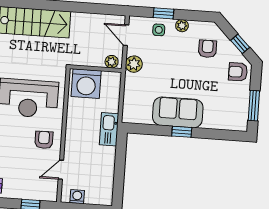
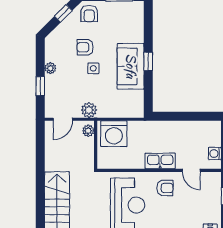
side table: (159, 30) -> (93, 68), moved
armchair: (208, 49) -> (85, 47), moved
washing machine: (86, 84) -> (114, 134), moved, turned 90
kitchen sink: (109, 129) -> (160, 161), moved, turned 180
armchair: (44, 140) -> (165, 188), turned 180

